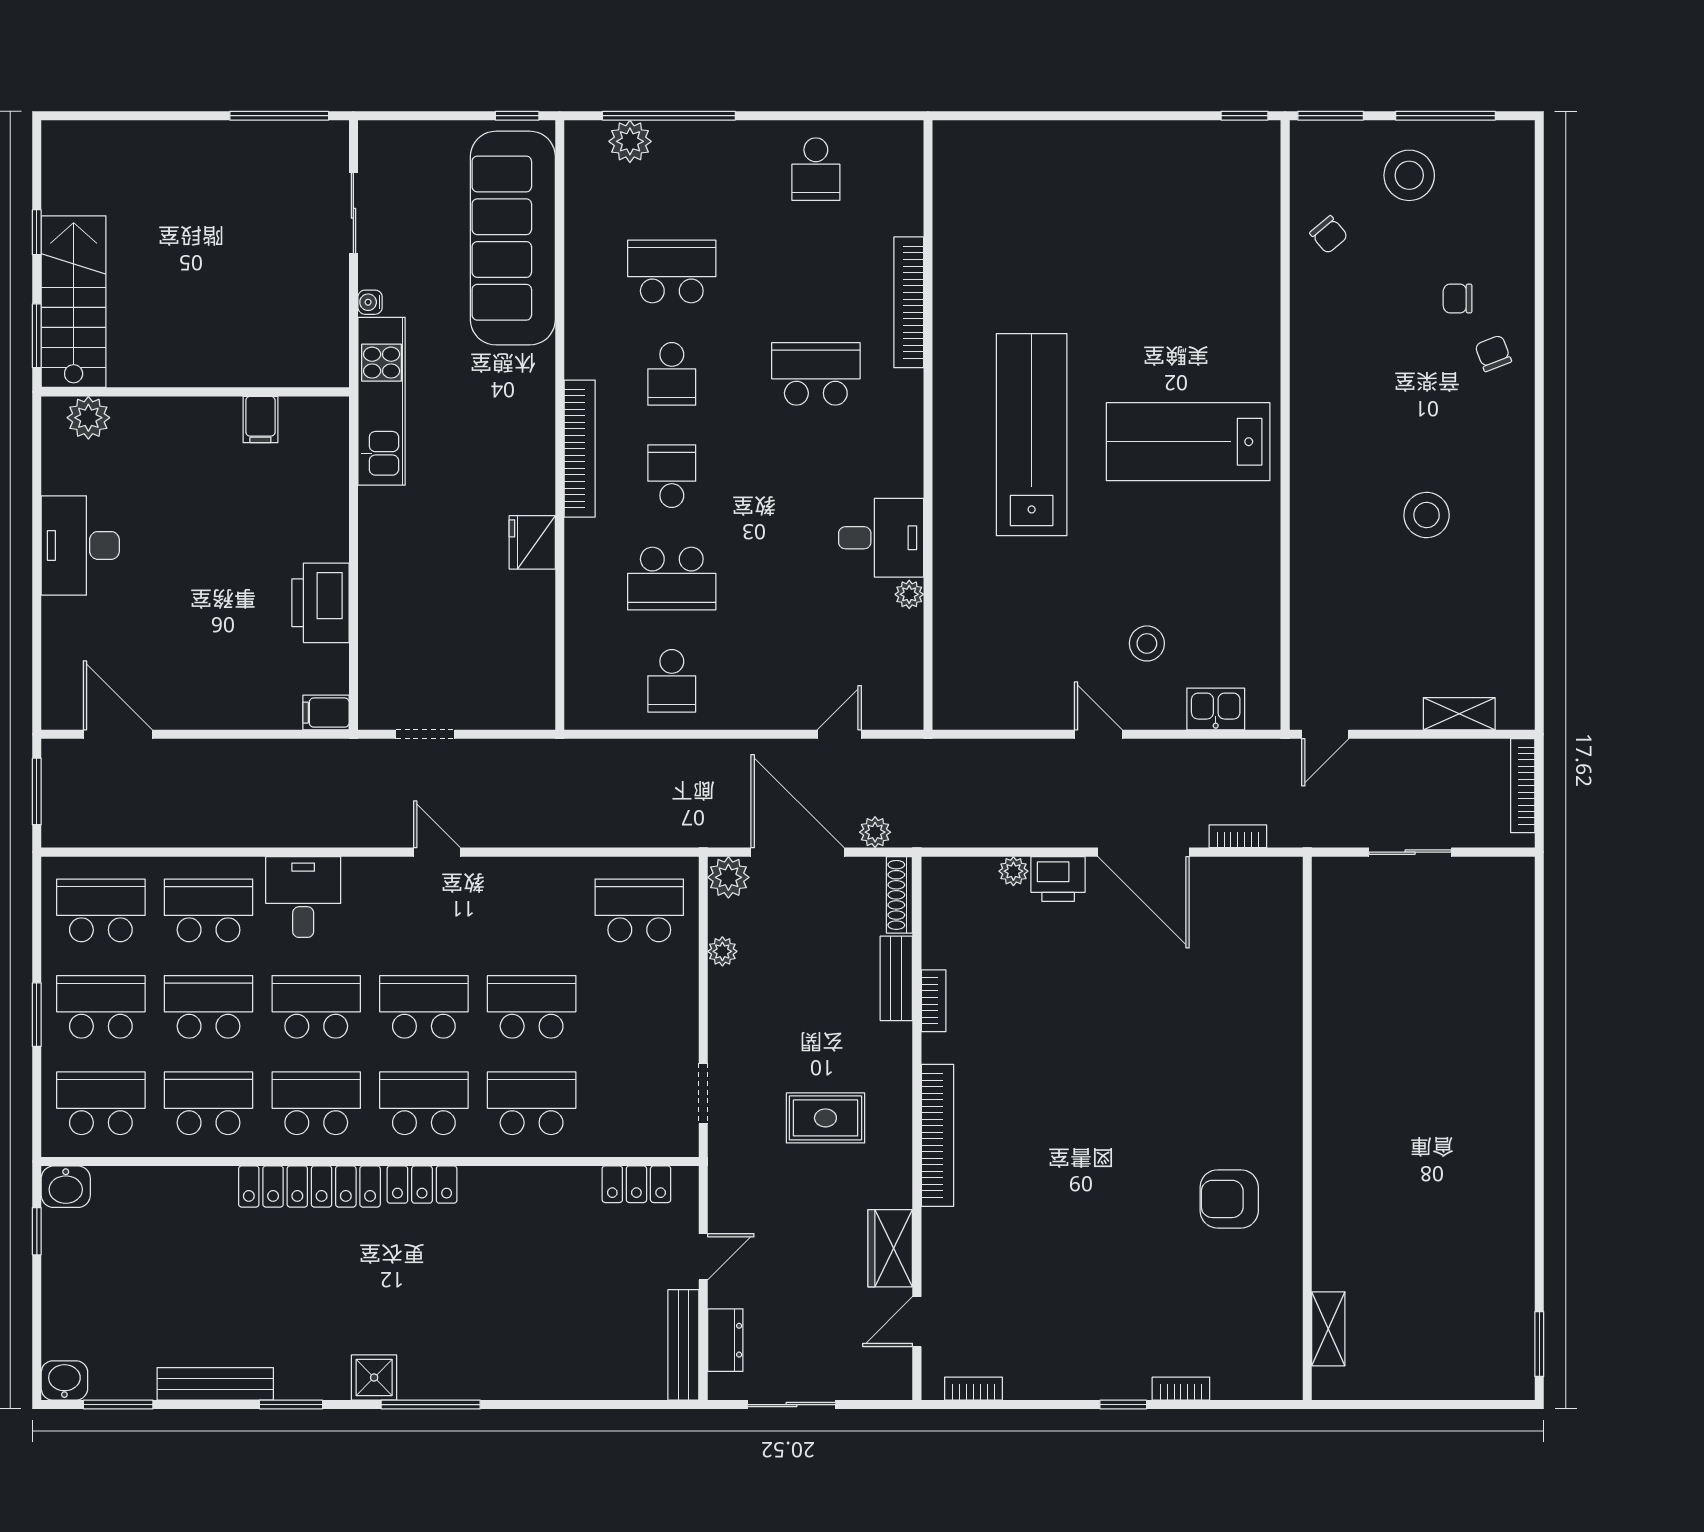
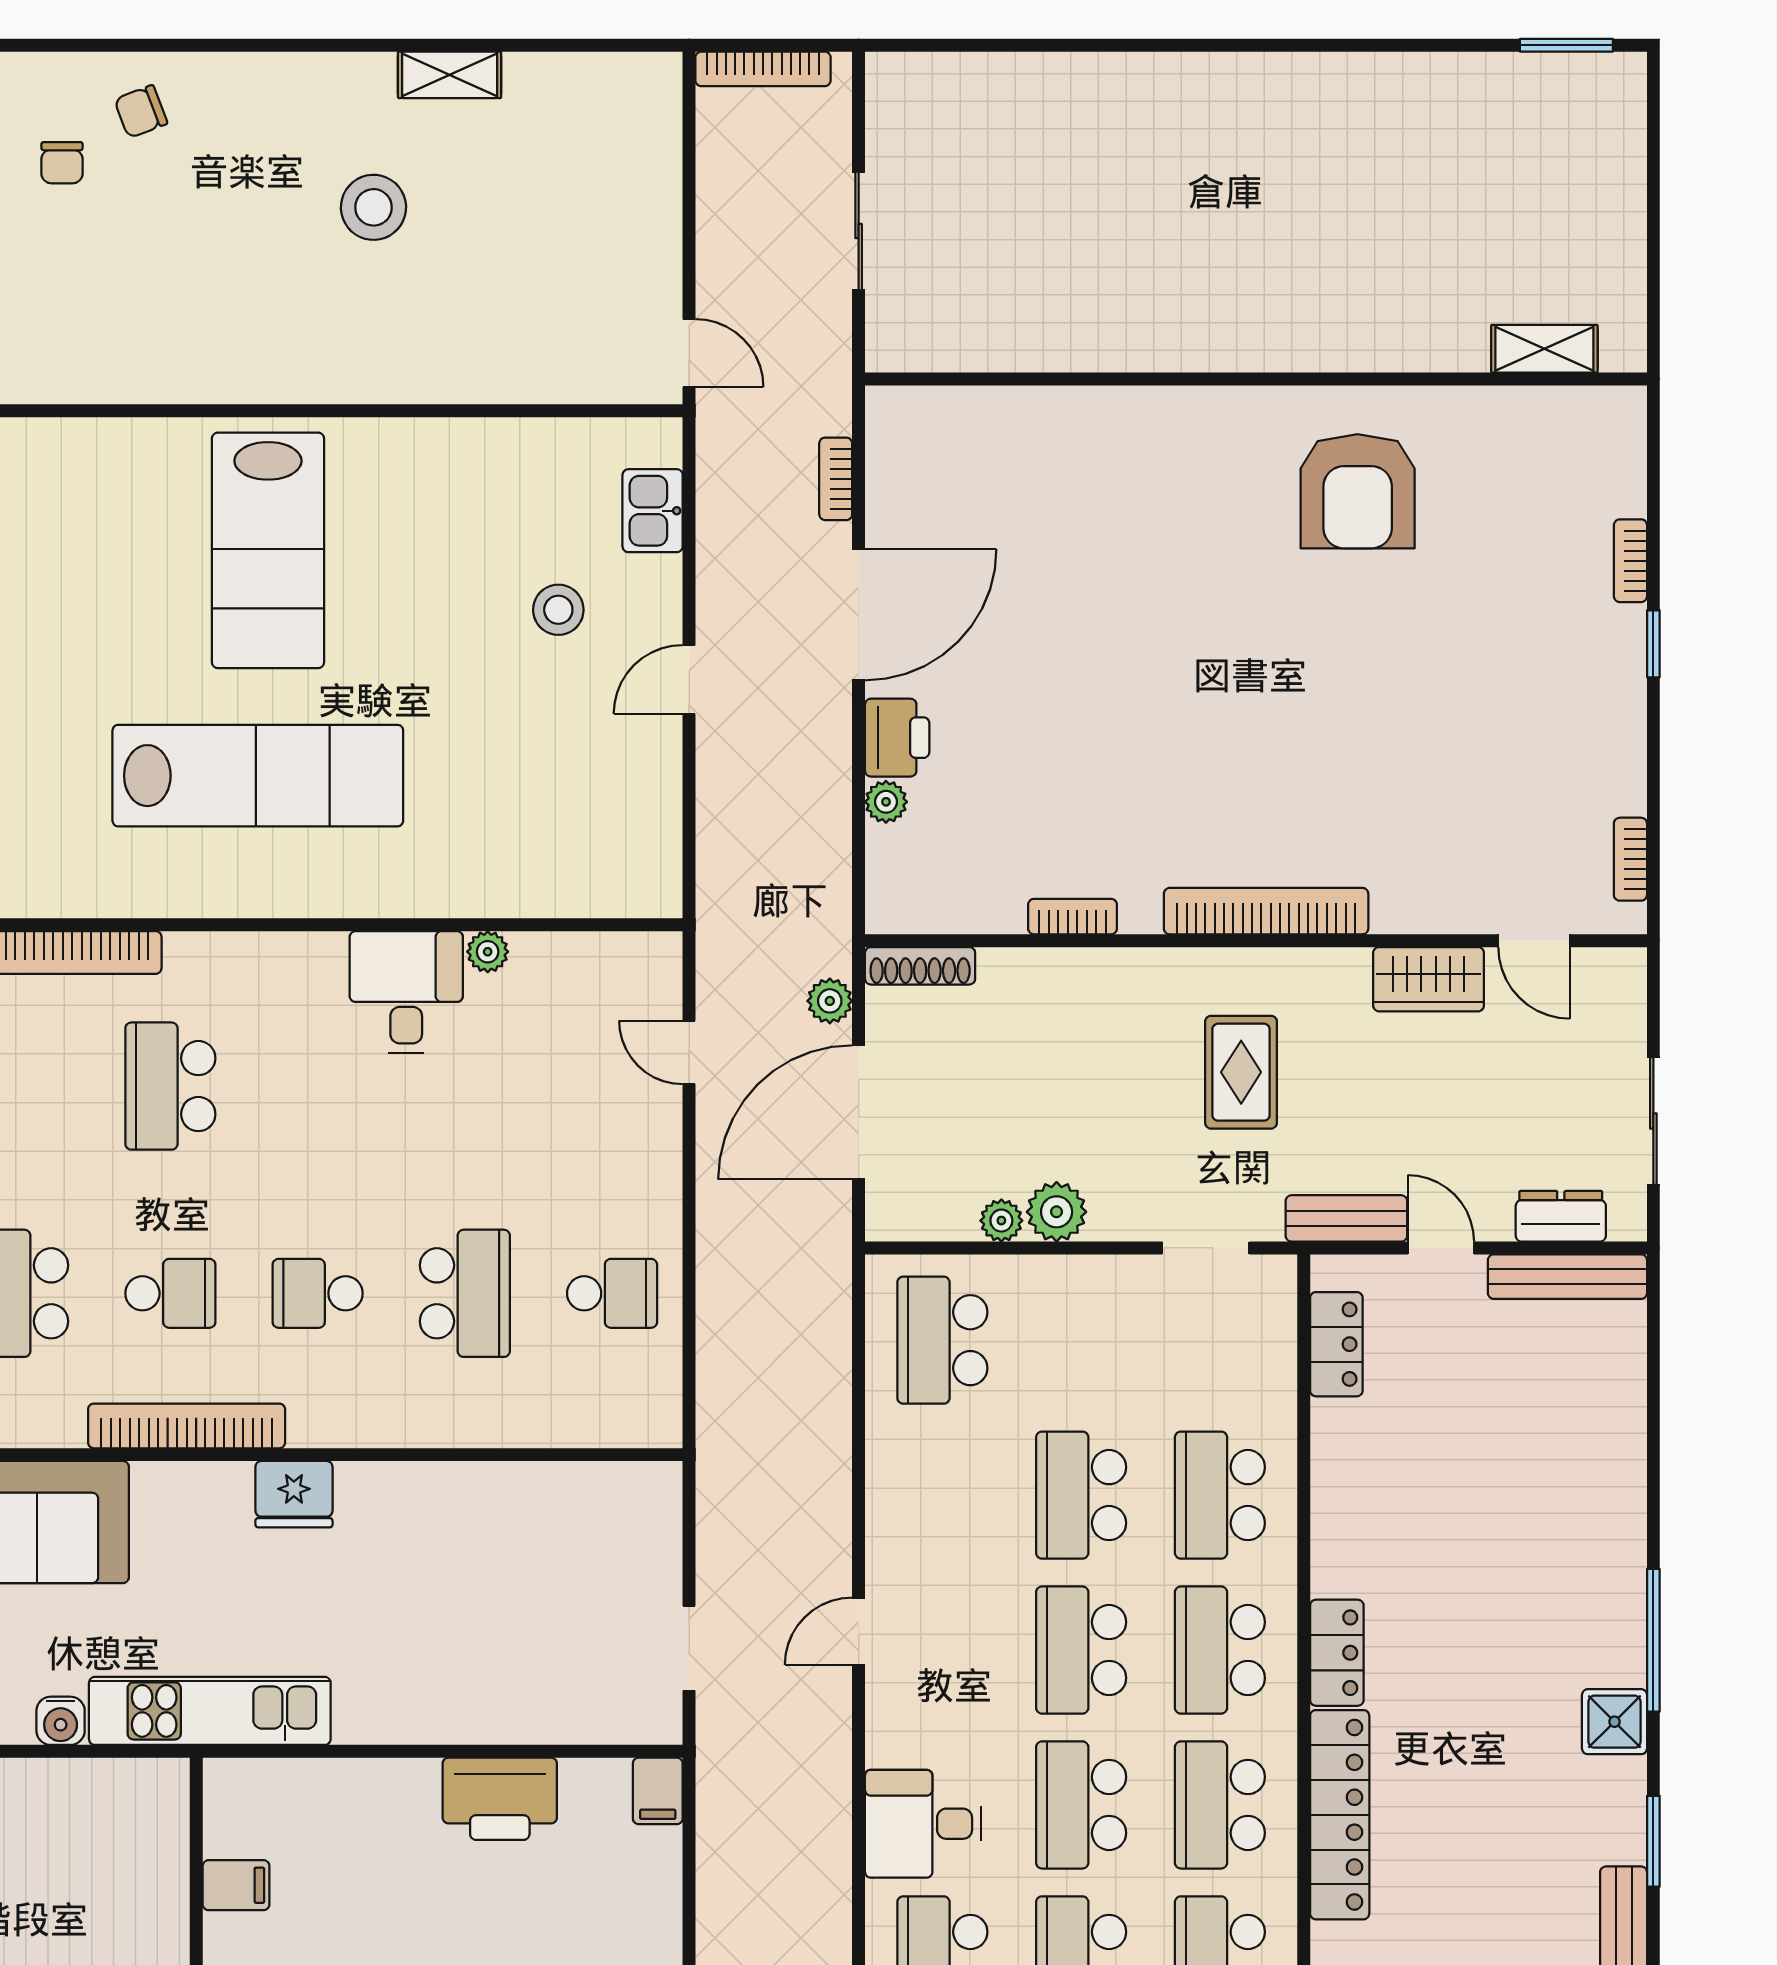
water cooler: (370, 302) -> (61, 1721), width x1.38, depth x1.38
lab bench: (1032, 435) -> (258, 776), turned 180
bookcase: (580, 449) -> (187, 1426), moved
fridge: (532, 542) -> (294, 1494), moved
shelving: (1459, 714) -> (450, 75), moved, turned 90
plant: (728, 877) -> (1057, 1212), moved
bench: (896, 978) -> (1346, 1218), moved
armchair: (1229, 1199) -> (1358, 491), width x1.36, depth x1.36

